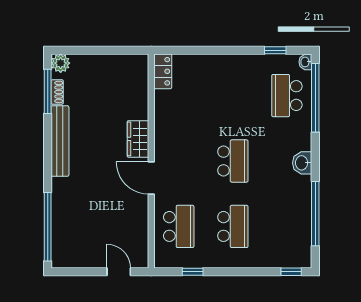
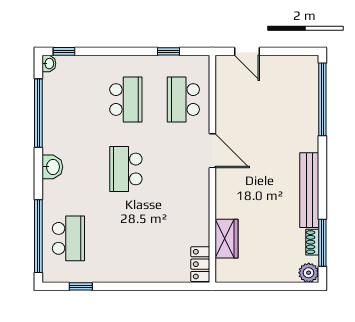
washbasin: (305, 62) -> (49, 64), moved
wardrobe: (138, 139) -> (226, 239), moved
school desk: (233, 226) -> (126, 100), turned 180

